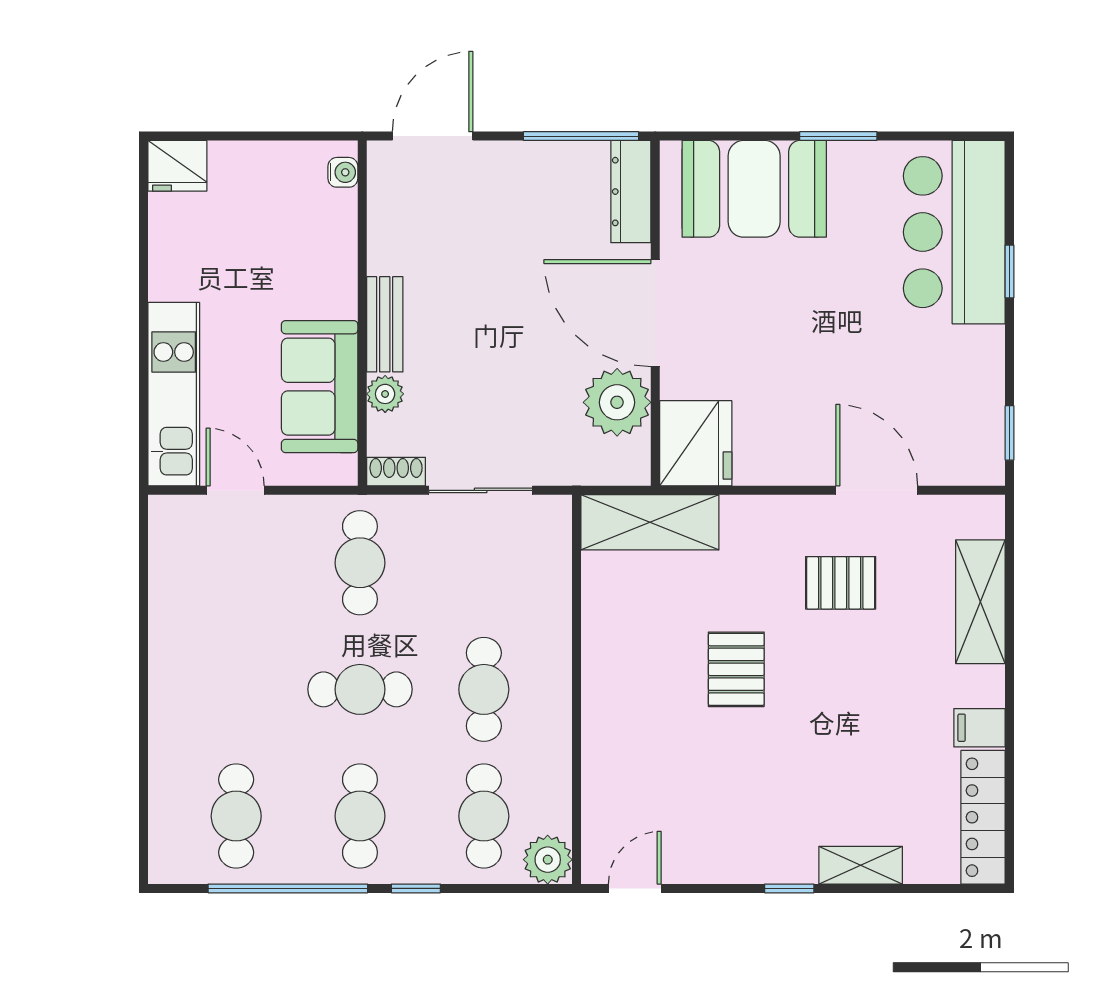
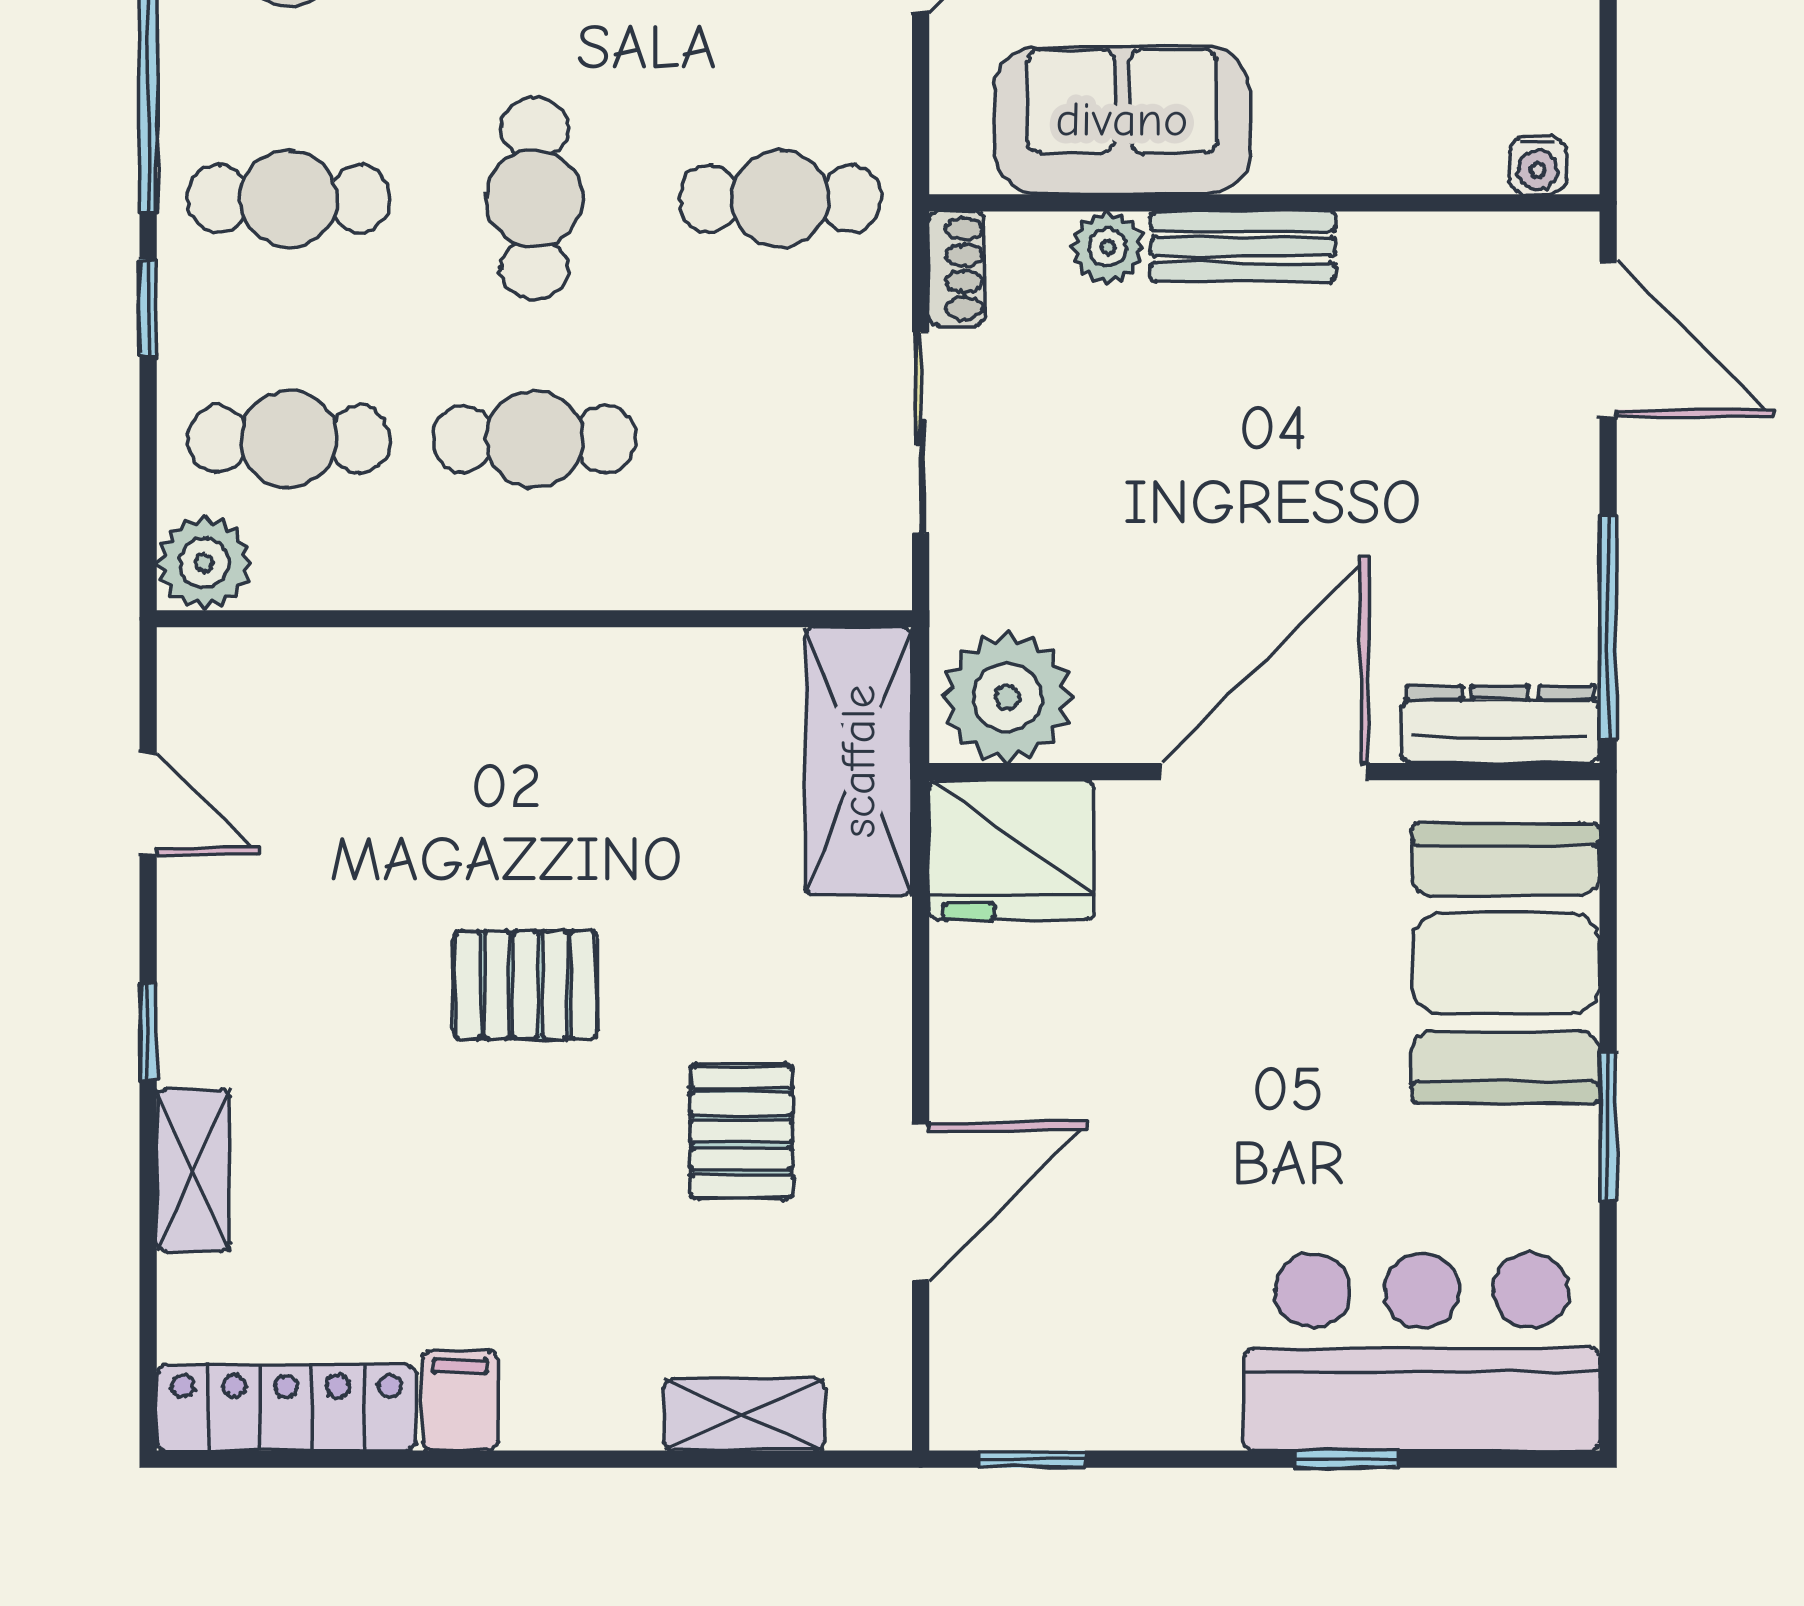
plant: (617, 402) -> (1007, 697), moved
shelving: (980, 602) -> (744, 1415), width x0.67, depth x0.75
pallet: (736, 669) -> (526, 985), moved
door: (635, 888) -> (148, 804), moved

